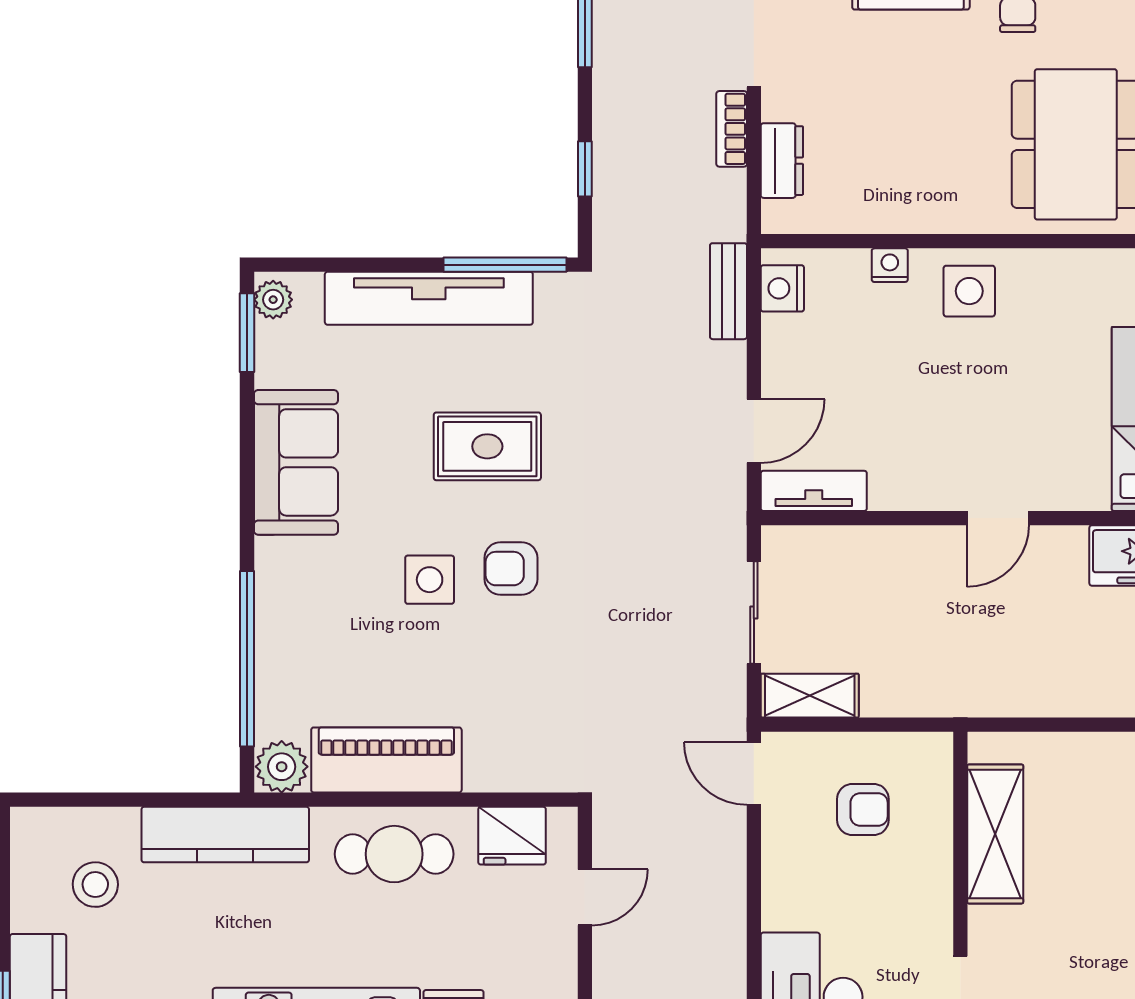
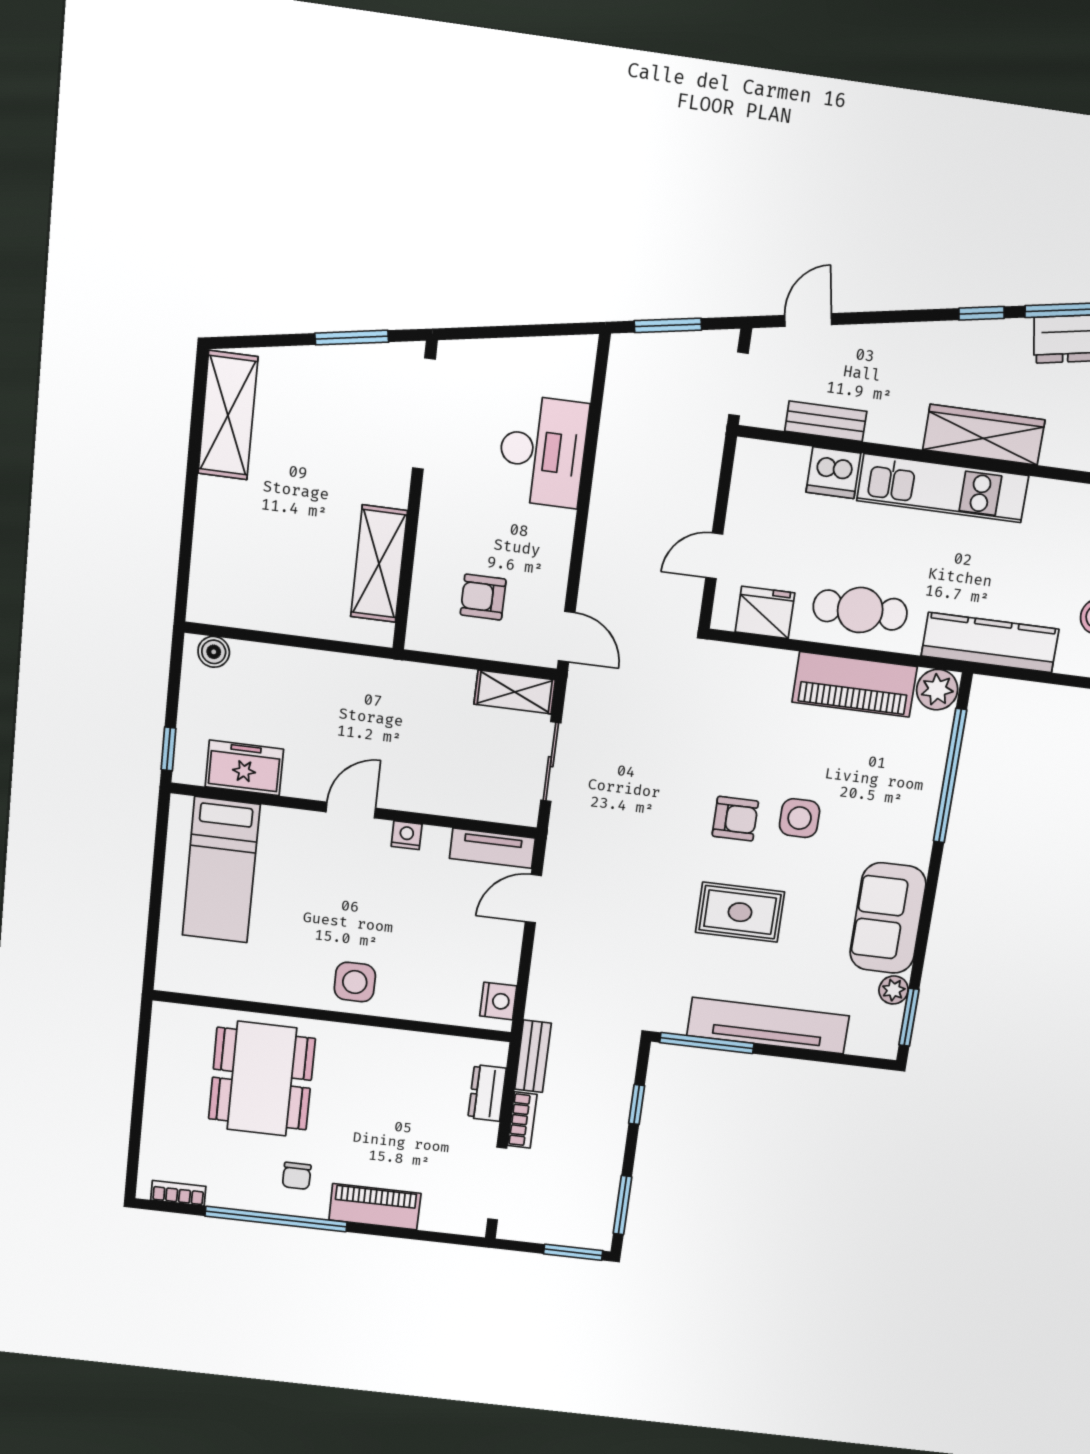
nightstand: (890, 265) -> (407, 835), moved, turned 180
bench: (728, 291) -> (533, 1056), moved
plant: (273, 300) -> (894, 990), moved

